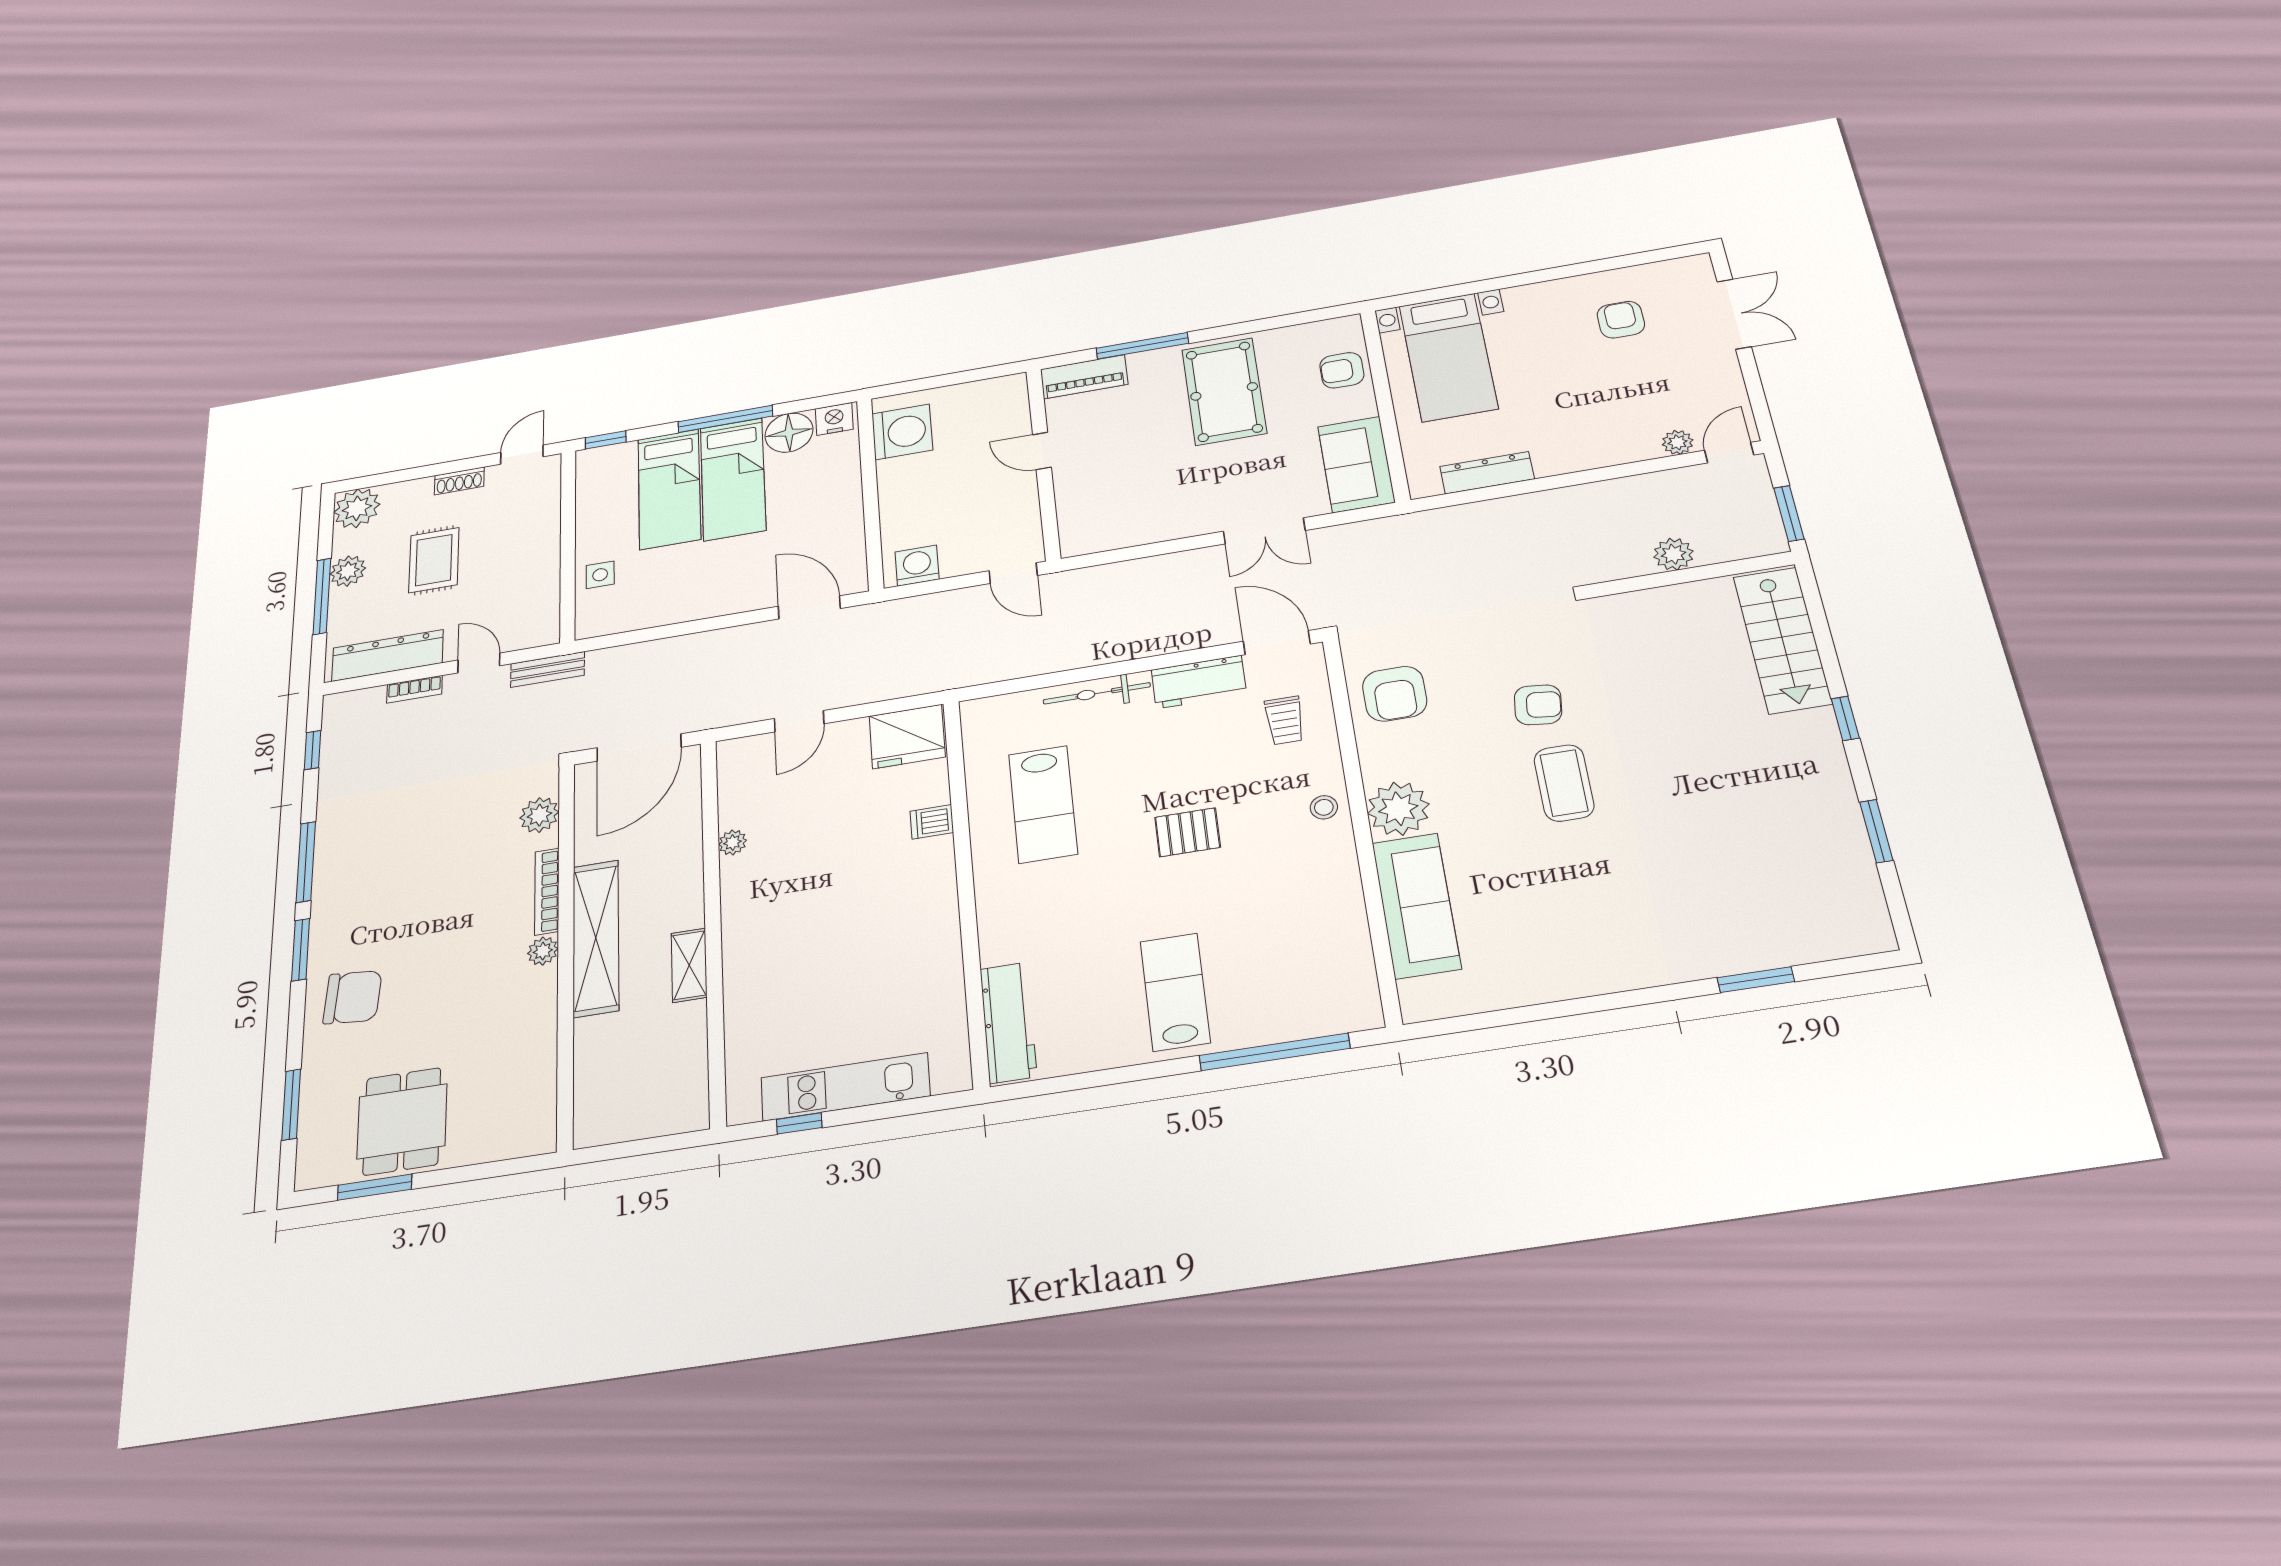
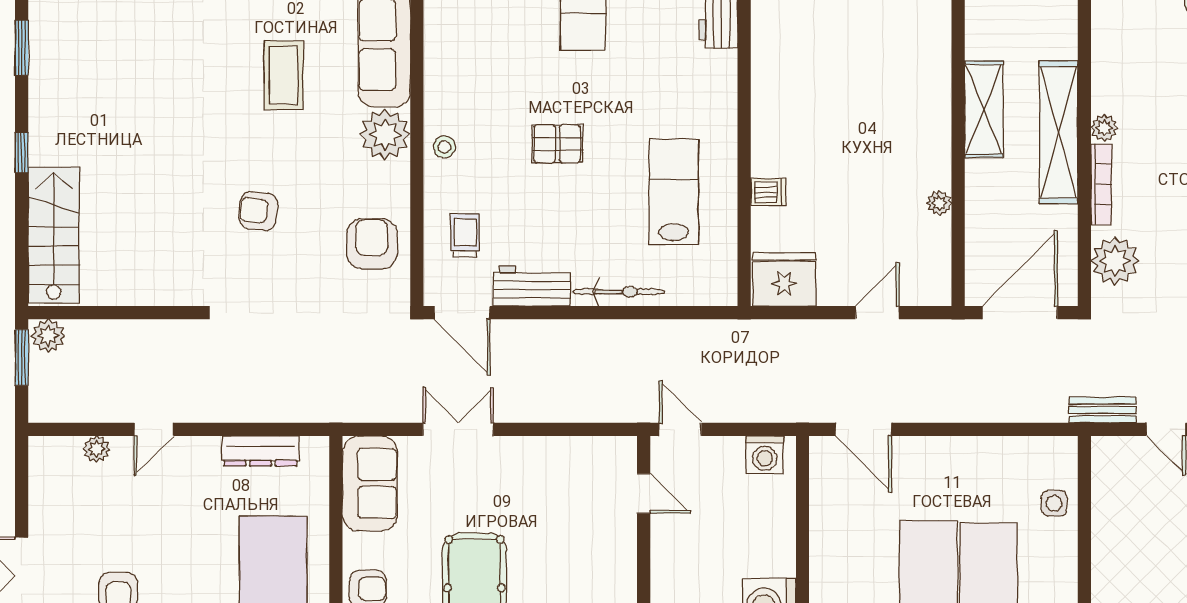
door: (1042, 451) -> (644, 493), moved
door: (1729, 453) -> (154, 429), moved
plant: (1673, 554) -> (48, 336), moved
coffee table: (1564, 783) -> (284, 75), moved
plant: (539, 815) -> (1115, 261), width x1.36, depth x1.36
shelving: (689, 965) -> (984, 109), width x1.50, depth x1.33

